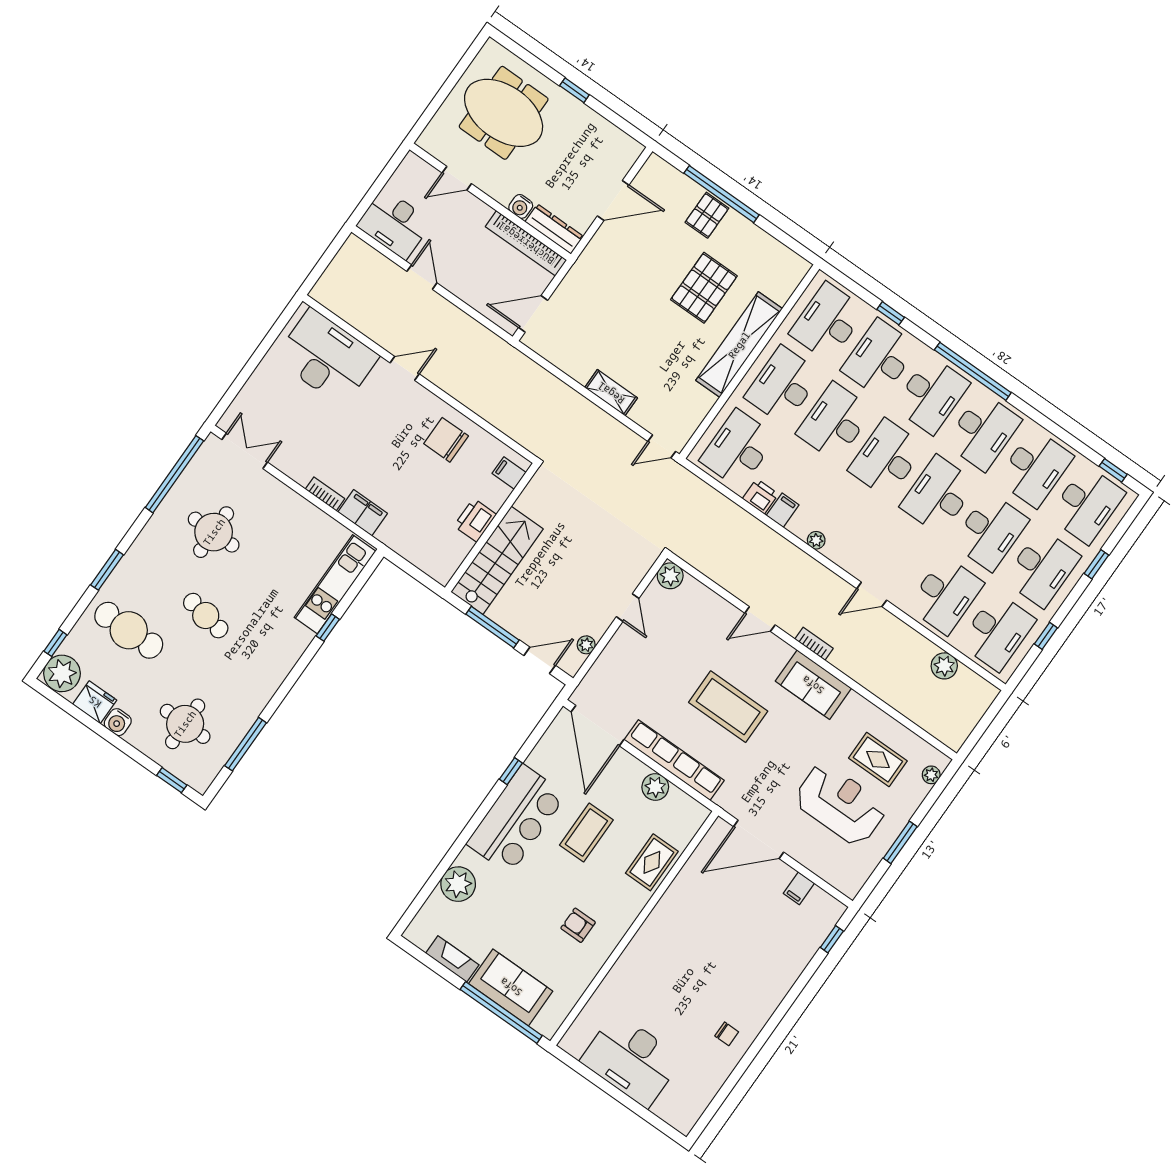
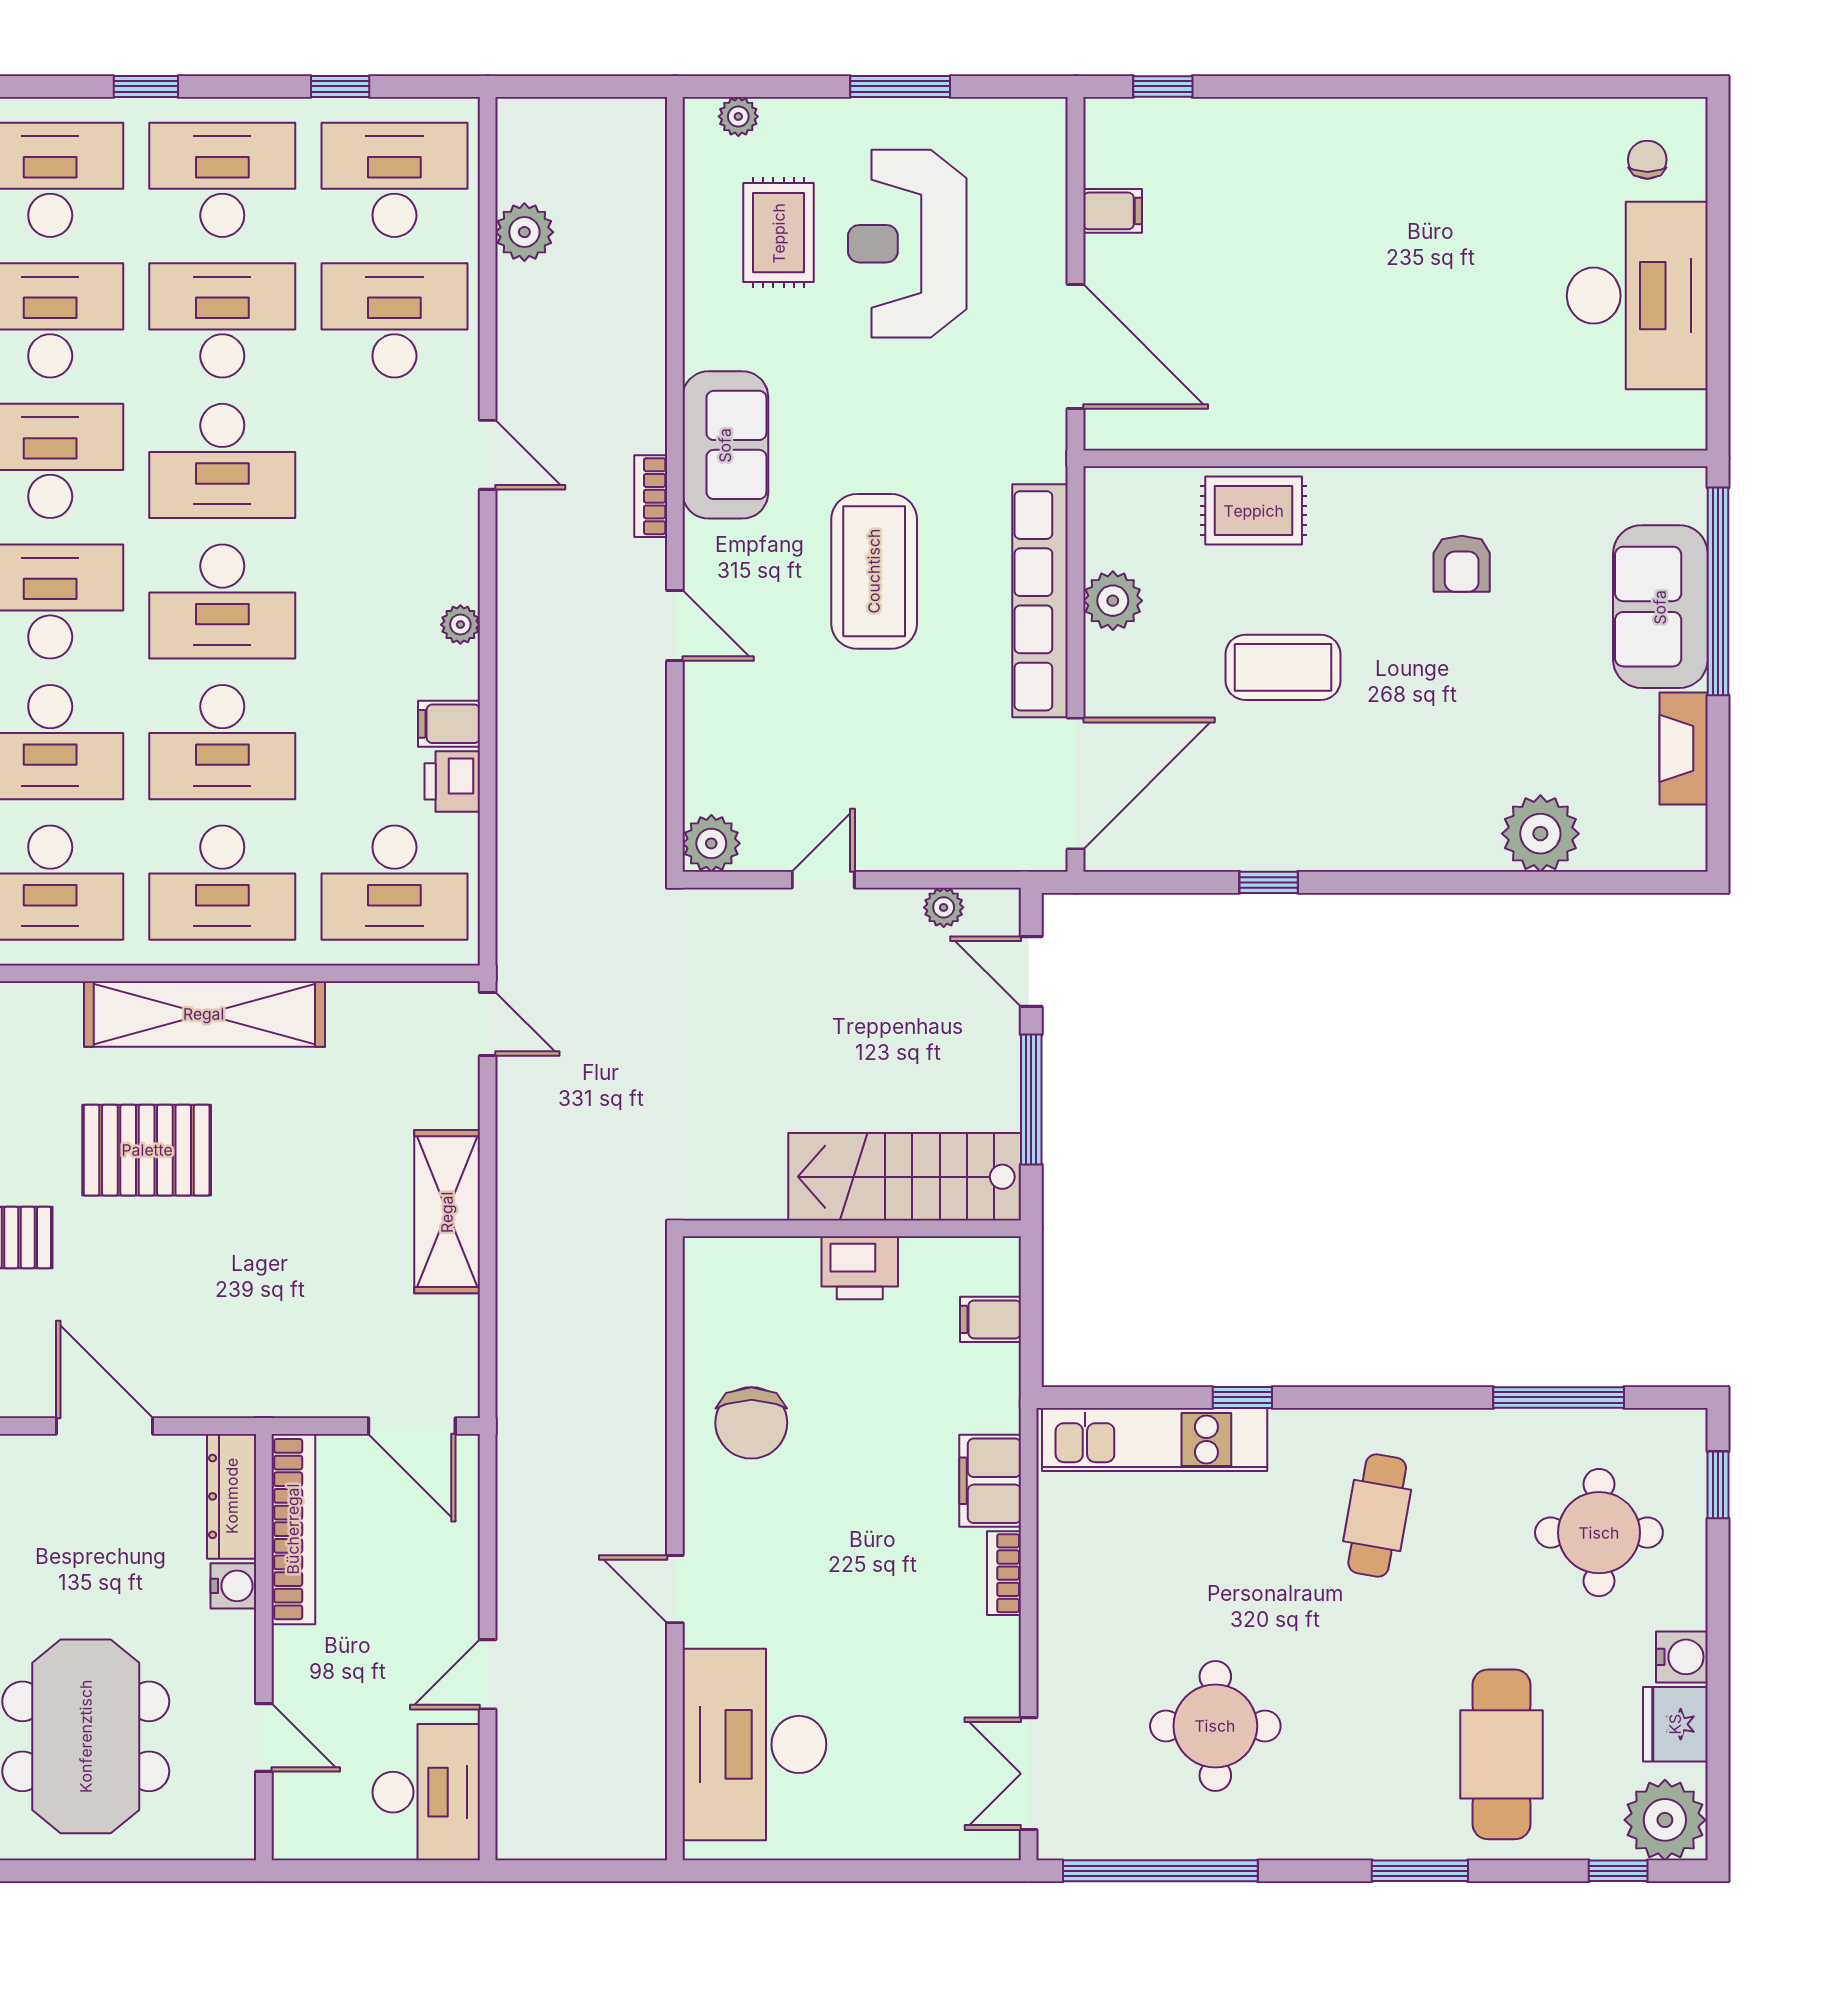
shelving: (611, 393) -> (447, 1212), width x1.50, depth x1.33
filing cabinet: (509, 473) -> (990, 1319), moved, turned 90
cafe table: (206, 616) -> (1377, 1516), moved
bar counter: (516, 819) -> (1349, 811), removed
chair: (727, 1034) -> (1647, 160), moved

